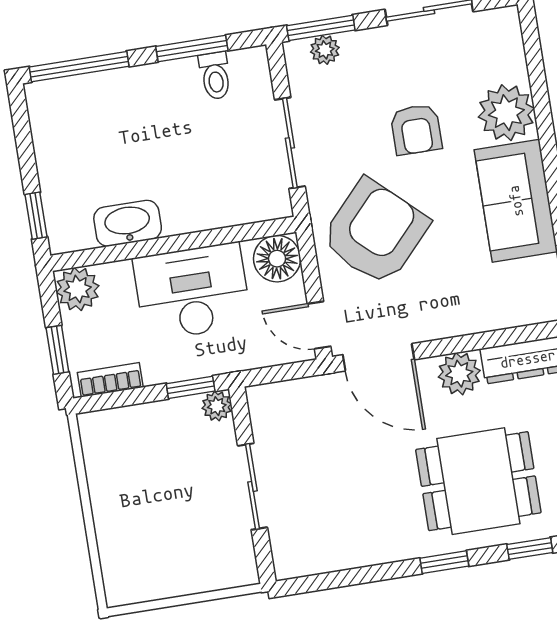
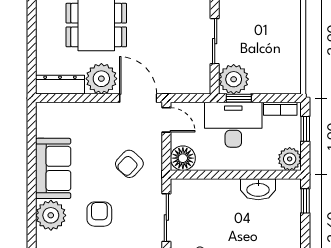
armchair: (375, 232) -> (129, 164), width x0.53, depth x0.53
desk: (192, 292) -> (233, 125), moved, turned 180
plant: (459, 374) -> (101, 79), width x1.36, depth x1.36
plant: (217, 406) -> (234, 79), width x1.88, depth x1.88

